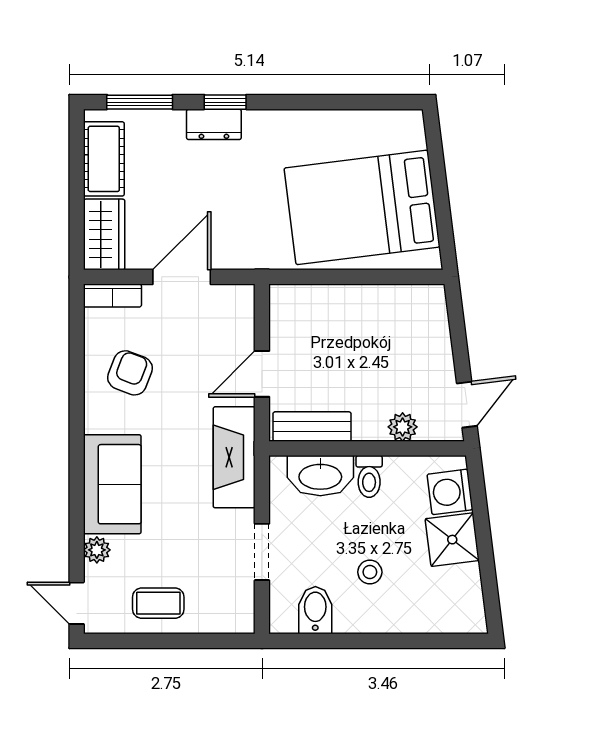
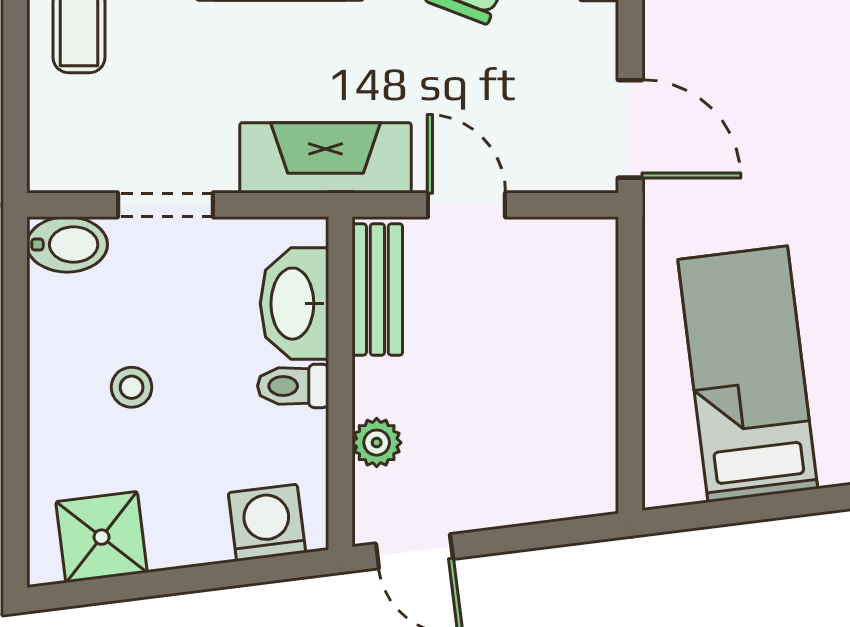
bed: (362, 207) -> (748, 374), width x0.67
door: (182, 277) -> (630, 129), moved
shower: (452, 540) -> (102, 537), moved
bidet: (315, 610) -> (67, 244), moved

